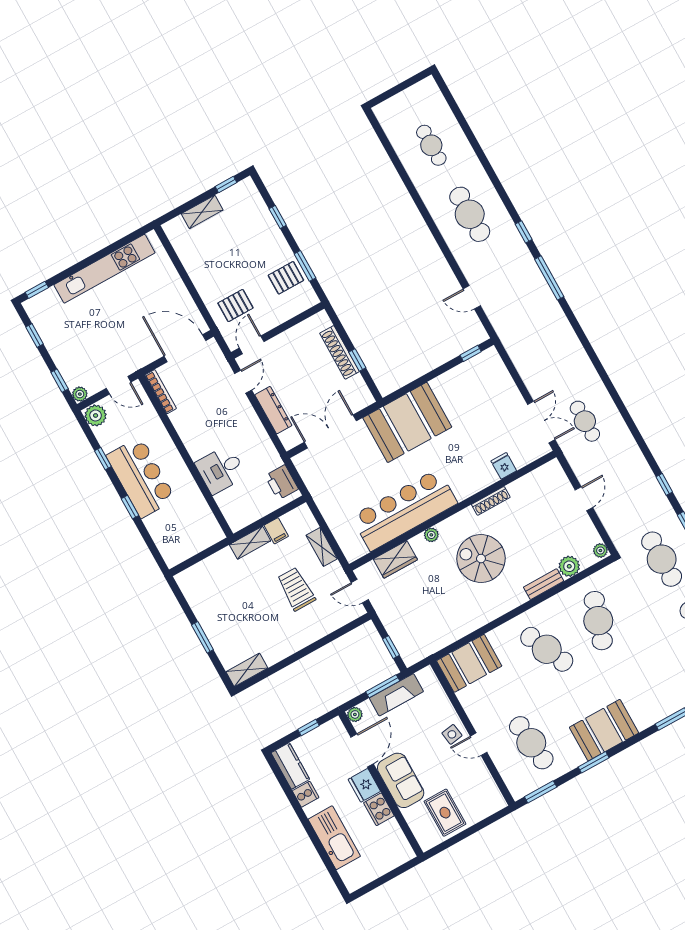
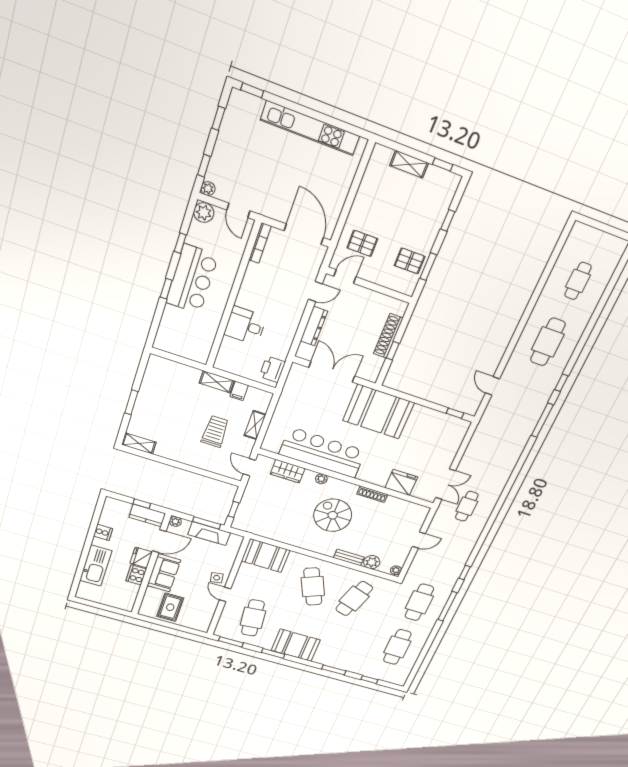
fridge: (504, 466) -> (401, 482), width x1.88, depth x1.34
kitchen counter: (290, 766) -> (147, 515), moved, turned 90

